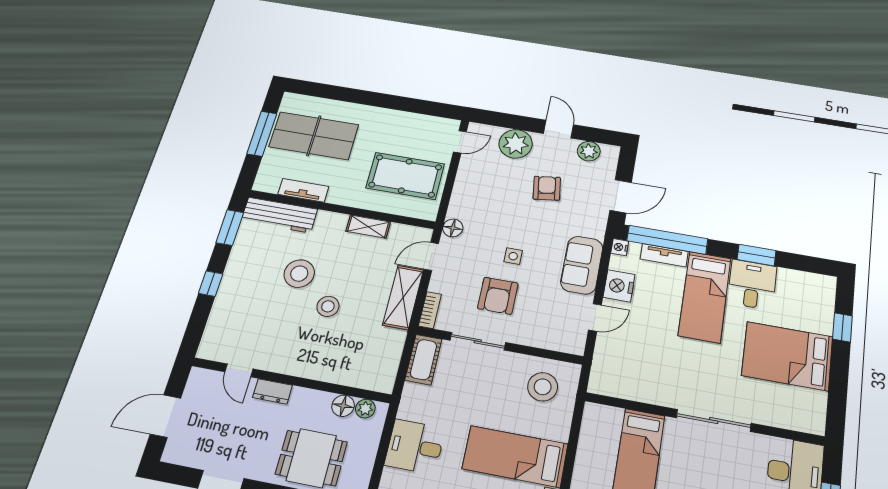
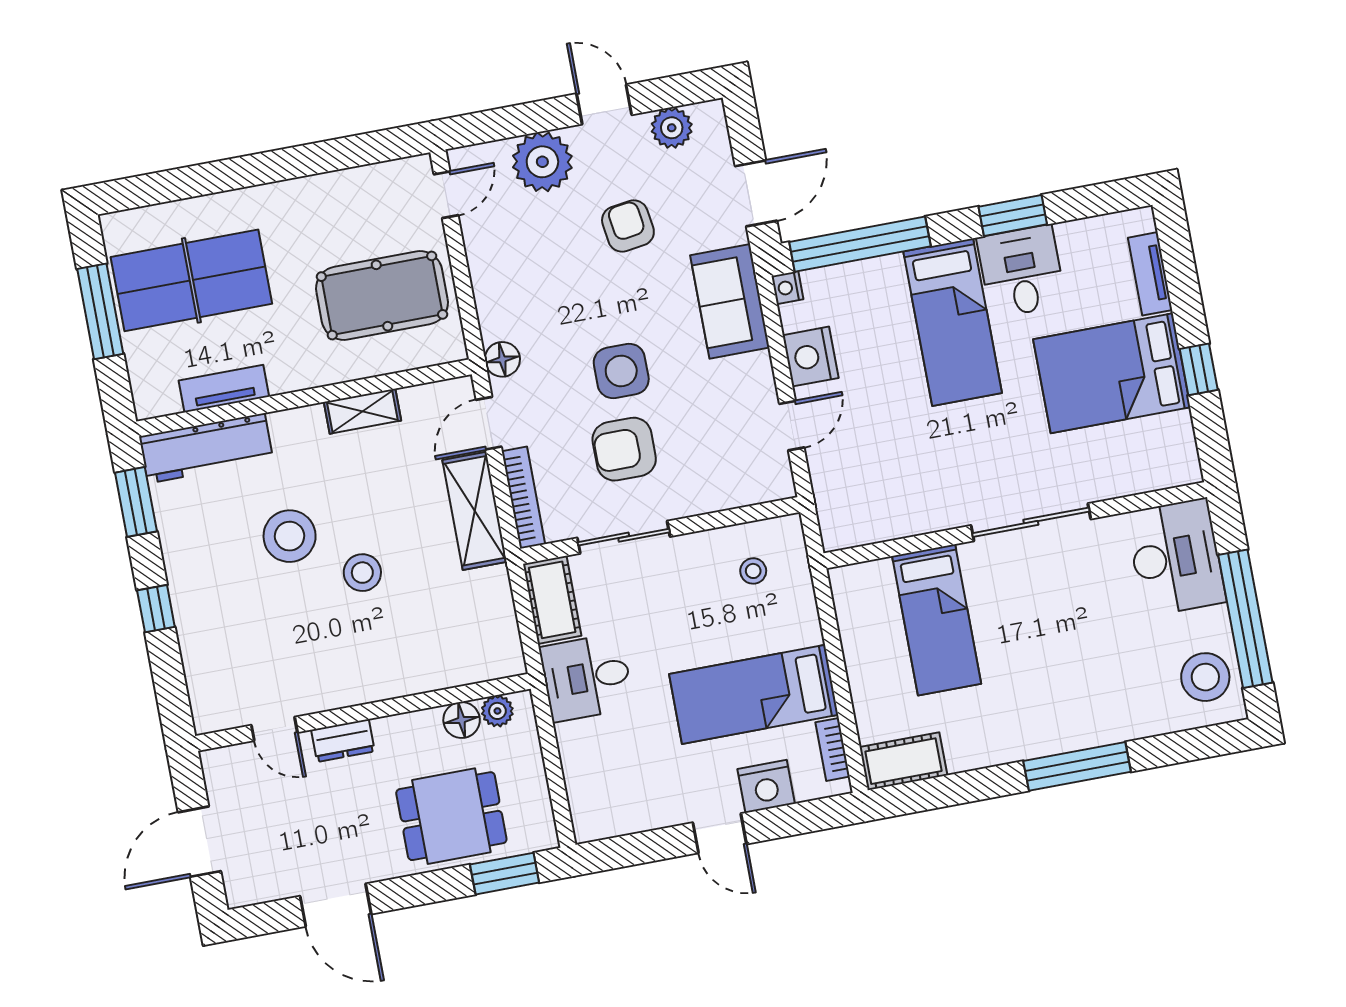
tv unit: (664, 255) -> (1150, 274), moved, turned 90
side table: (513, 256) -> (621, 371), width x1.87, depth x1.87
sofa: (582, 265) -> (730, 301), moved
armchair: (498, 296) -> (624, 449), turned 90
bookcase: (430, 310) -> (523, 498), width x1.56
window: (842, 327) -> (1199, 369), moved
stool: (543, 387) -> (753, 571), width x0.53, depth x0.53
desk: (415, 447) -> (587, 677), moved

